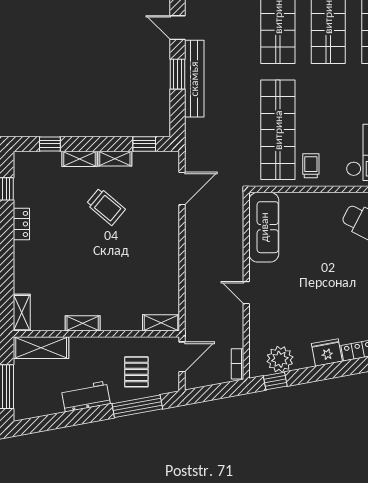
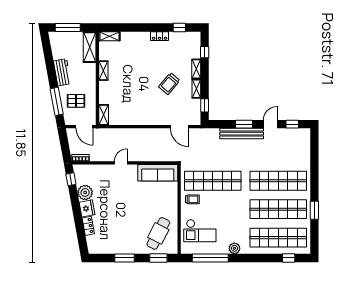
plant: (280, 359) -> (85, 192), moved

